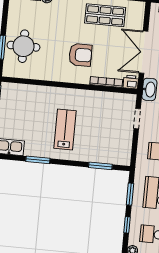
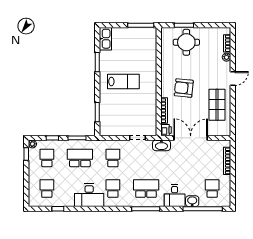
armchair: (80, 55) -> (184, 88), turned 96

